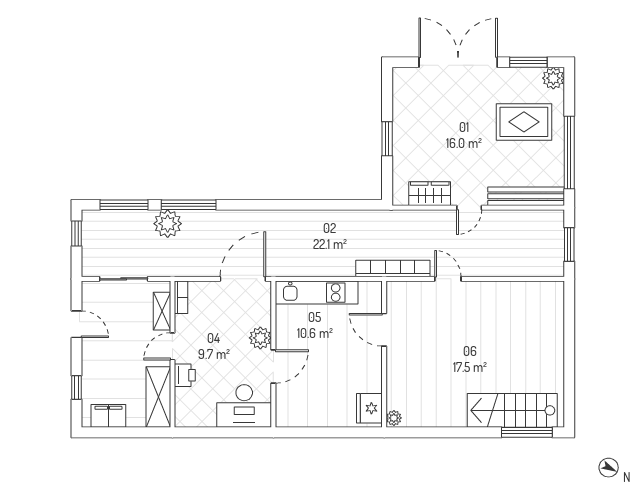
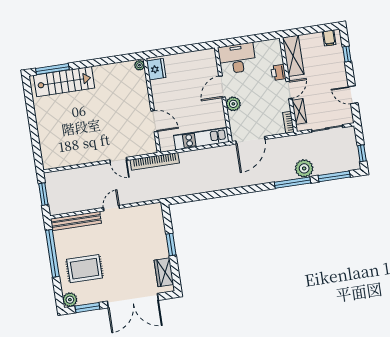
wardrobe: (430, 194) -> (164, 272), moved, turned 90
filing cabinet: (108, 416) -> (329, 38), width x0.50

